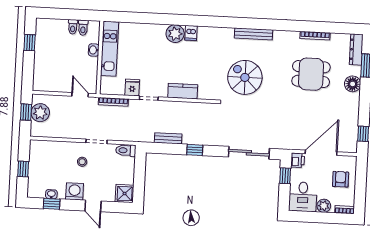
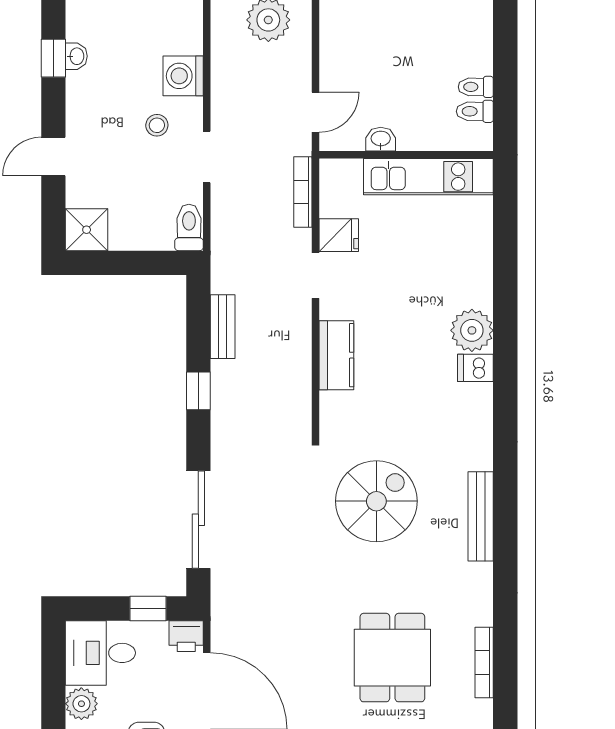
washbasin: (94, 50) -> (381, 139), moved
washing machine: (75, 191) -> (183, 76), moved, turned 180

